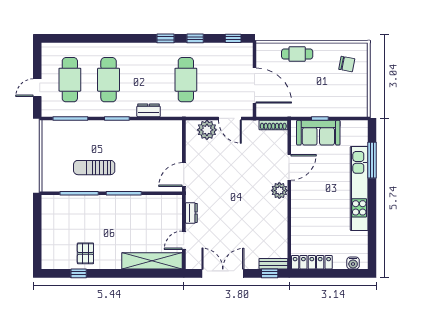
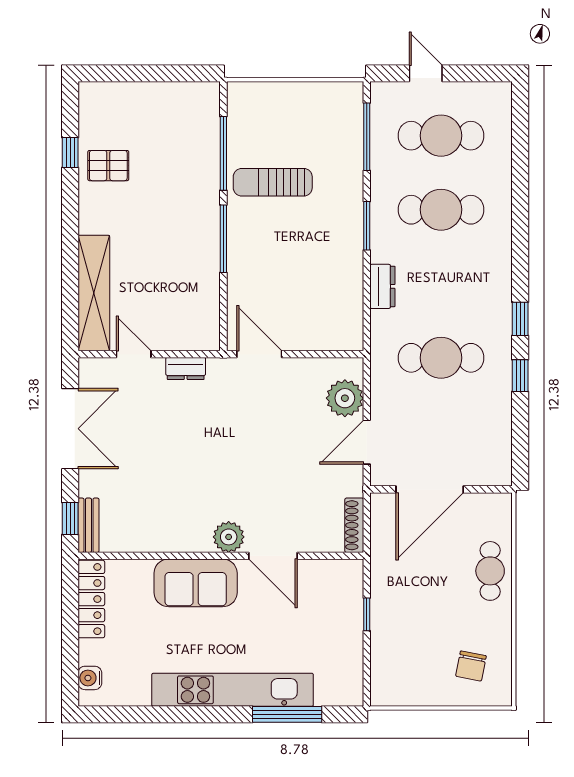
window: (233, 38) -> (520, 449), removed
sofa: (318, 133) -> (196, 583), moved, turned -90
sun lounger: (94, 168) -> (273, 182), turned -90

